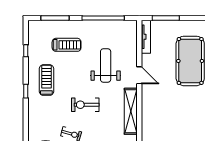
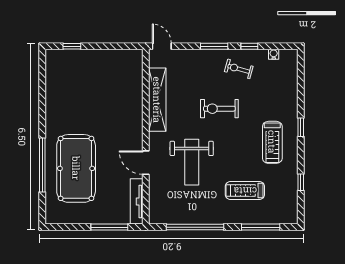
door: (139, 75) -> (146, 163), moved
exercise bike: (85, 105) -> (219, 109), turned 180

